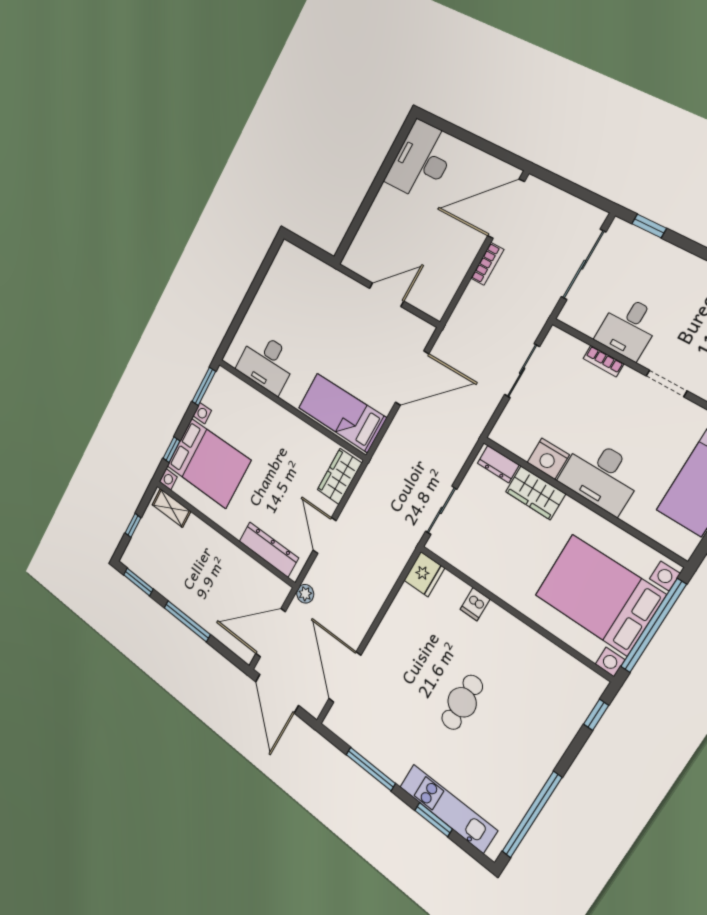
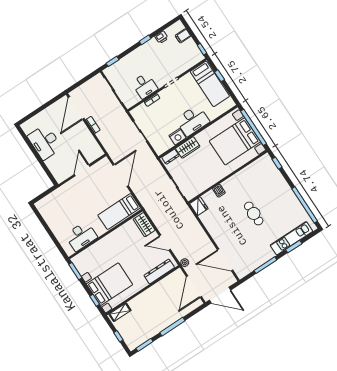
desk: (421, 161) -> (45, 142), moved

